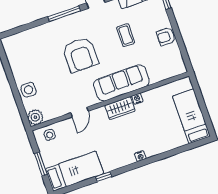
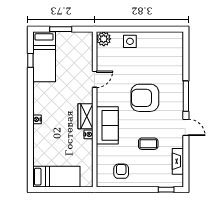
armchair: (166, 37) -> (121, 171), moved
sofa: (121, 83) -> (107, 125), width x0.73
door: (79, 112) -> (95, 79), swing flipped
side table: (50, 135) -> (84, 46), removed
window: (103, 177) -> (30, 60), moved

